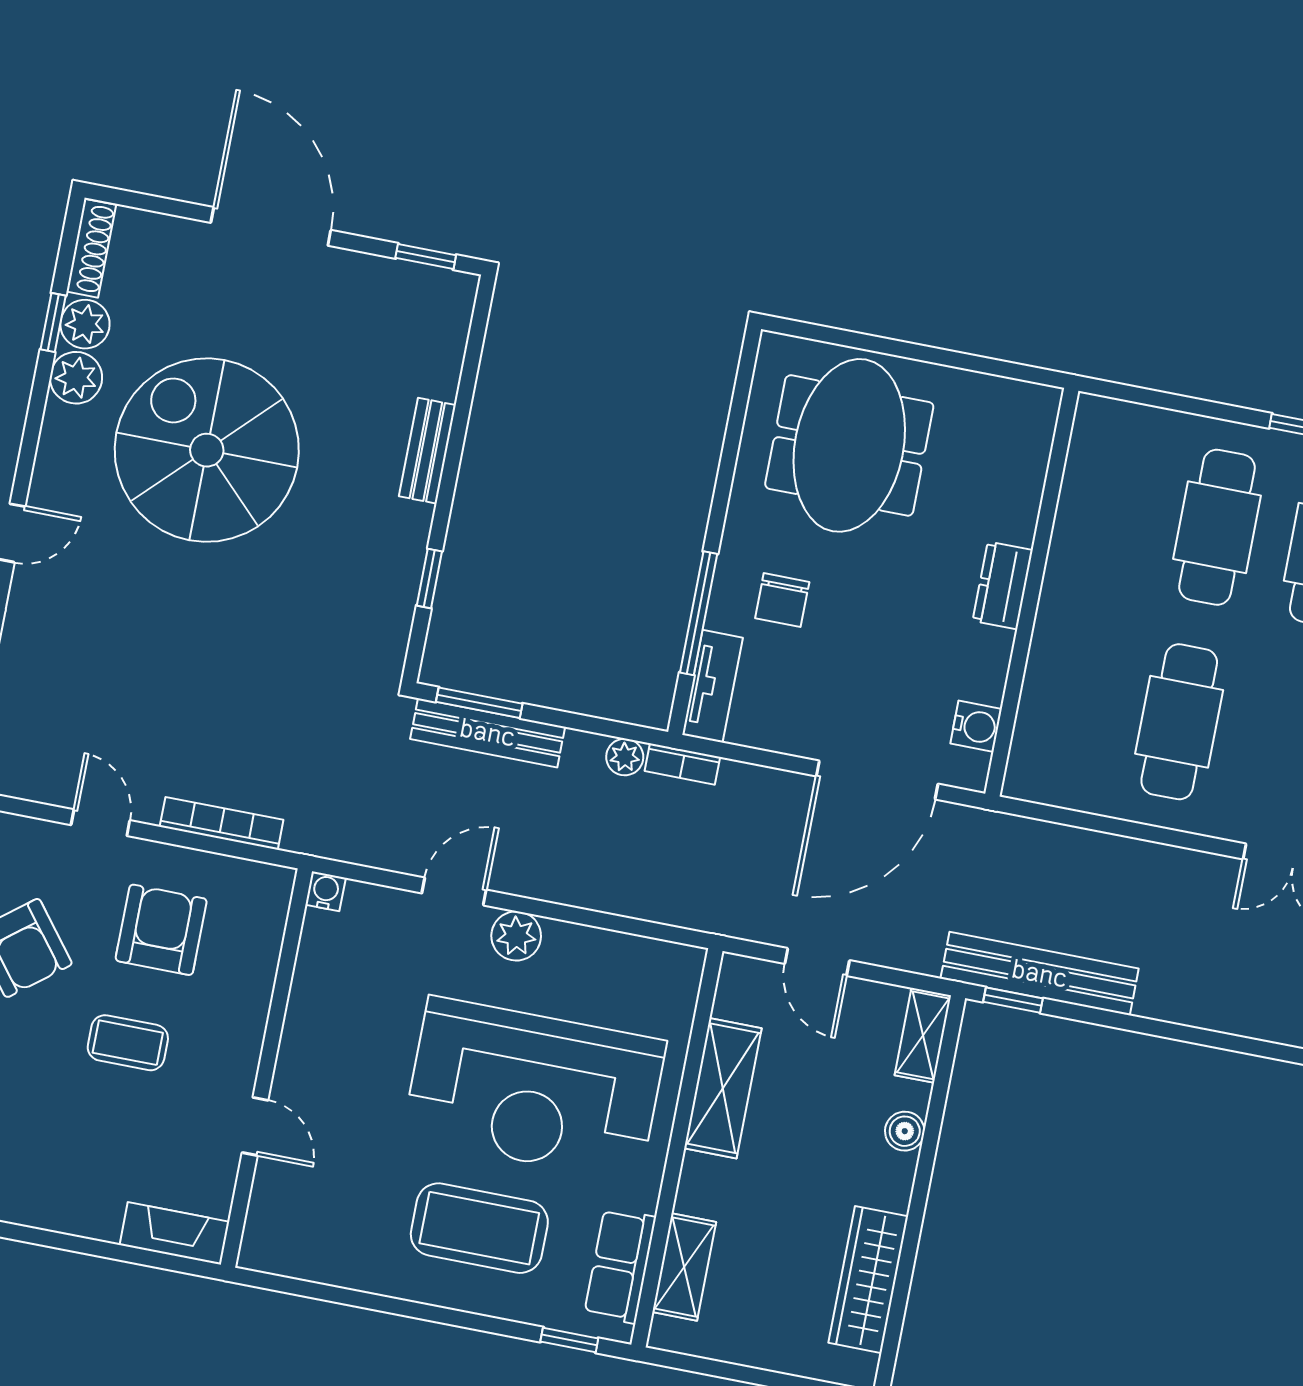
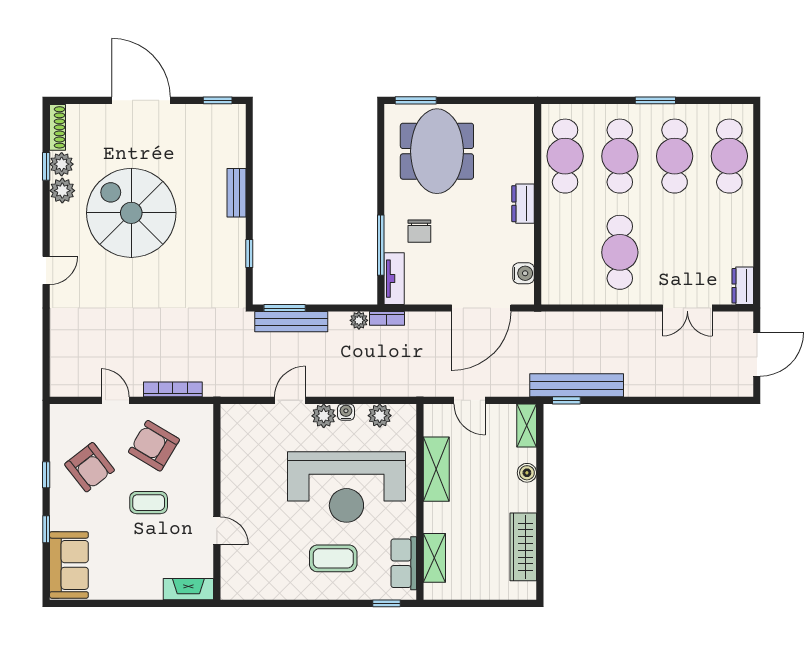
window: (826, 334) -> (416, 100), added
cafe table: (1106, 506) -> (565, 156), added
water cooler: (326, 891) -> (346, 412), moved
armchair: (161, 930) -> (154, 446), turned -59
plant: (629, 958) -> (380, 416), added
coffee table: (479, 1228) -> (333, 558), width x0.73, depth x0.76

